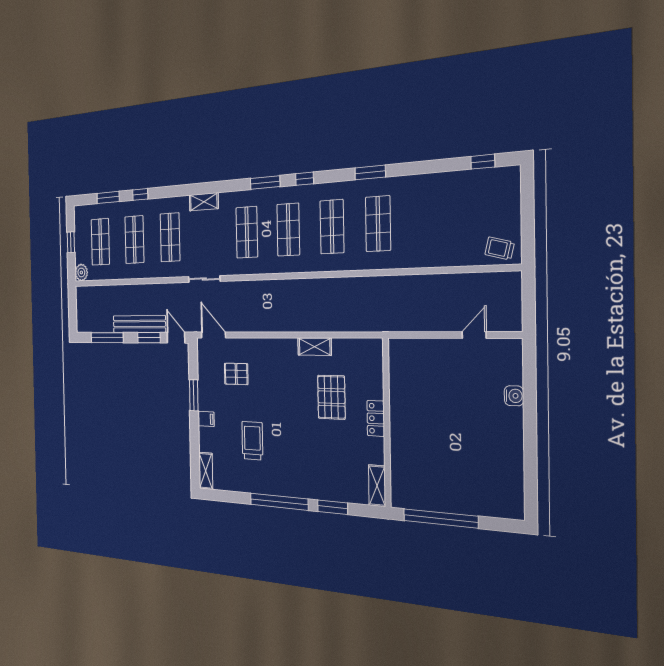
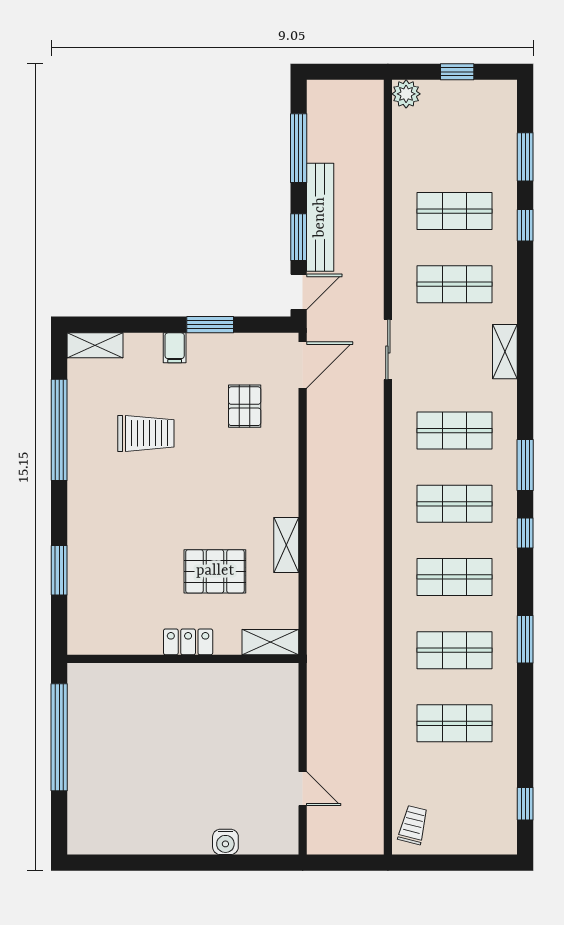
shop shelf: (100, 242) -> (454, 723), moved
shelving: (377, 486) -> (270, 642), moved
window: (279, 502) -> (59, 430), moved

